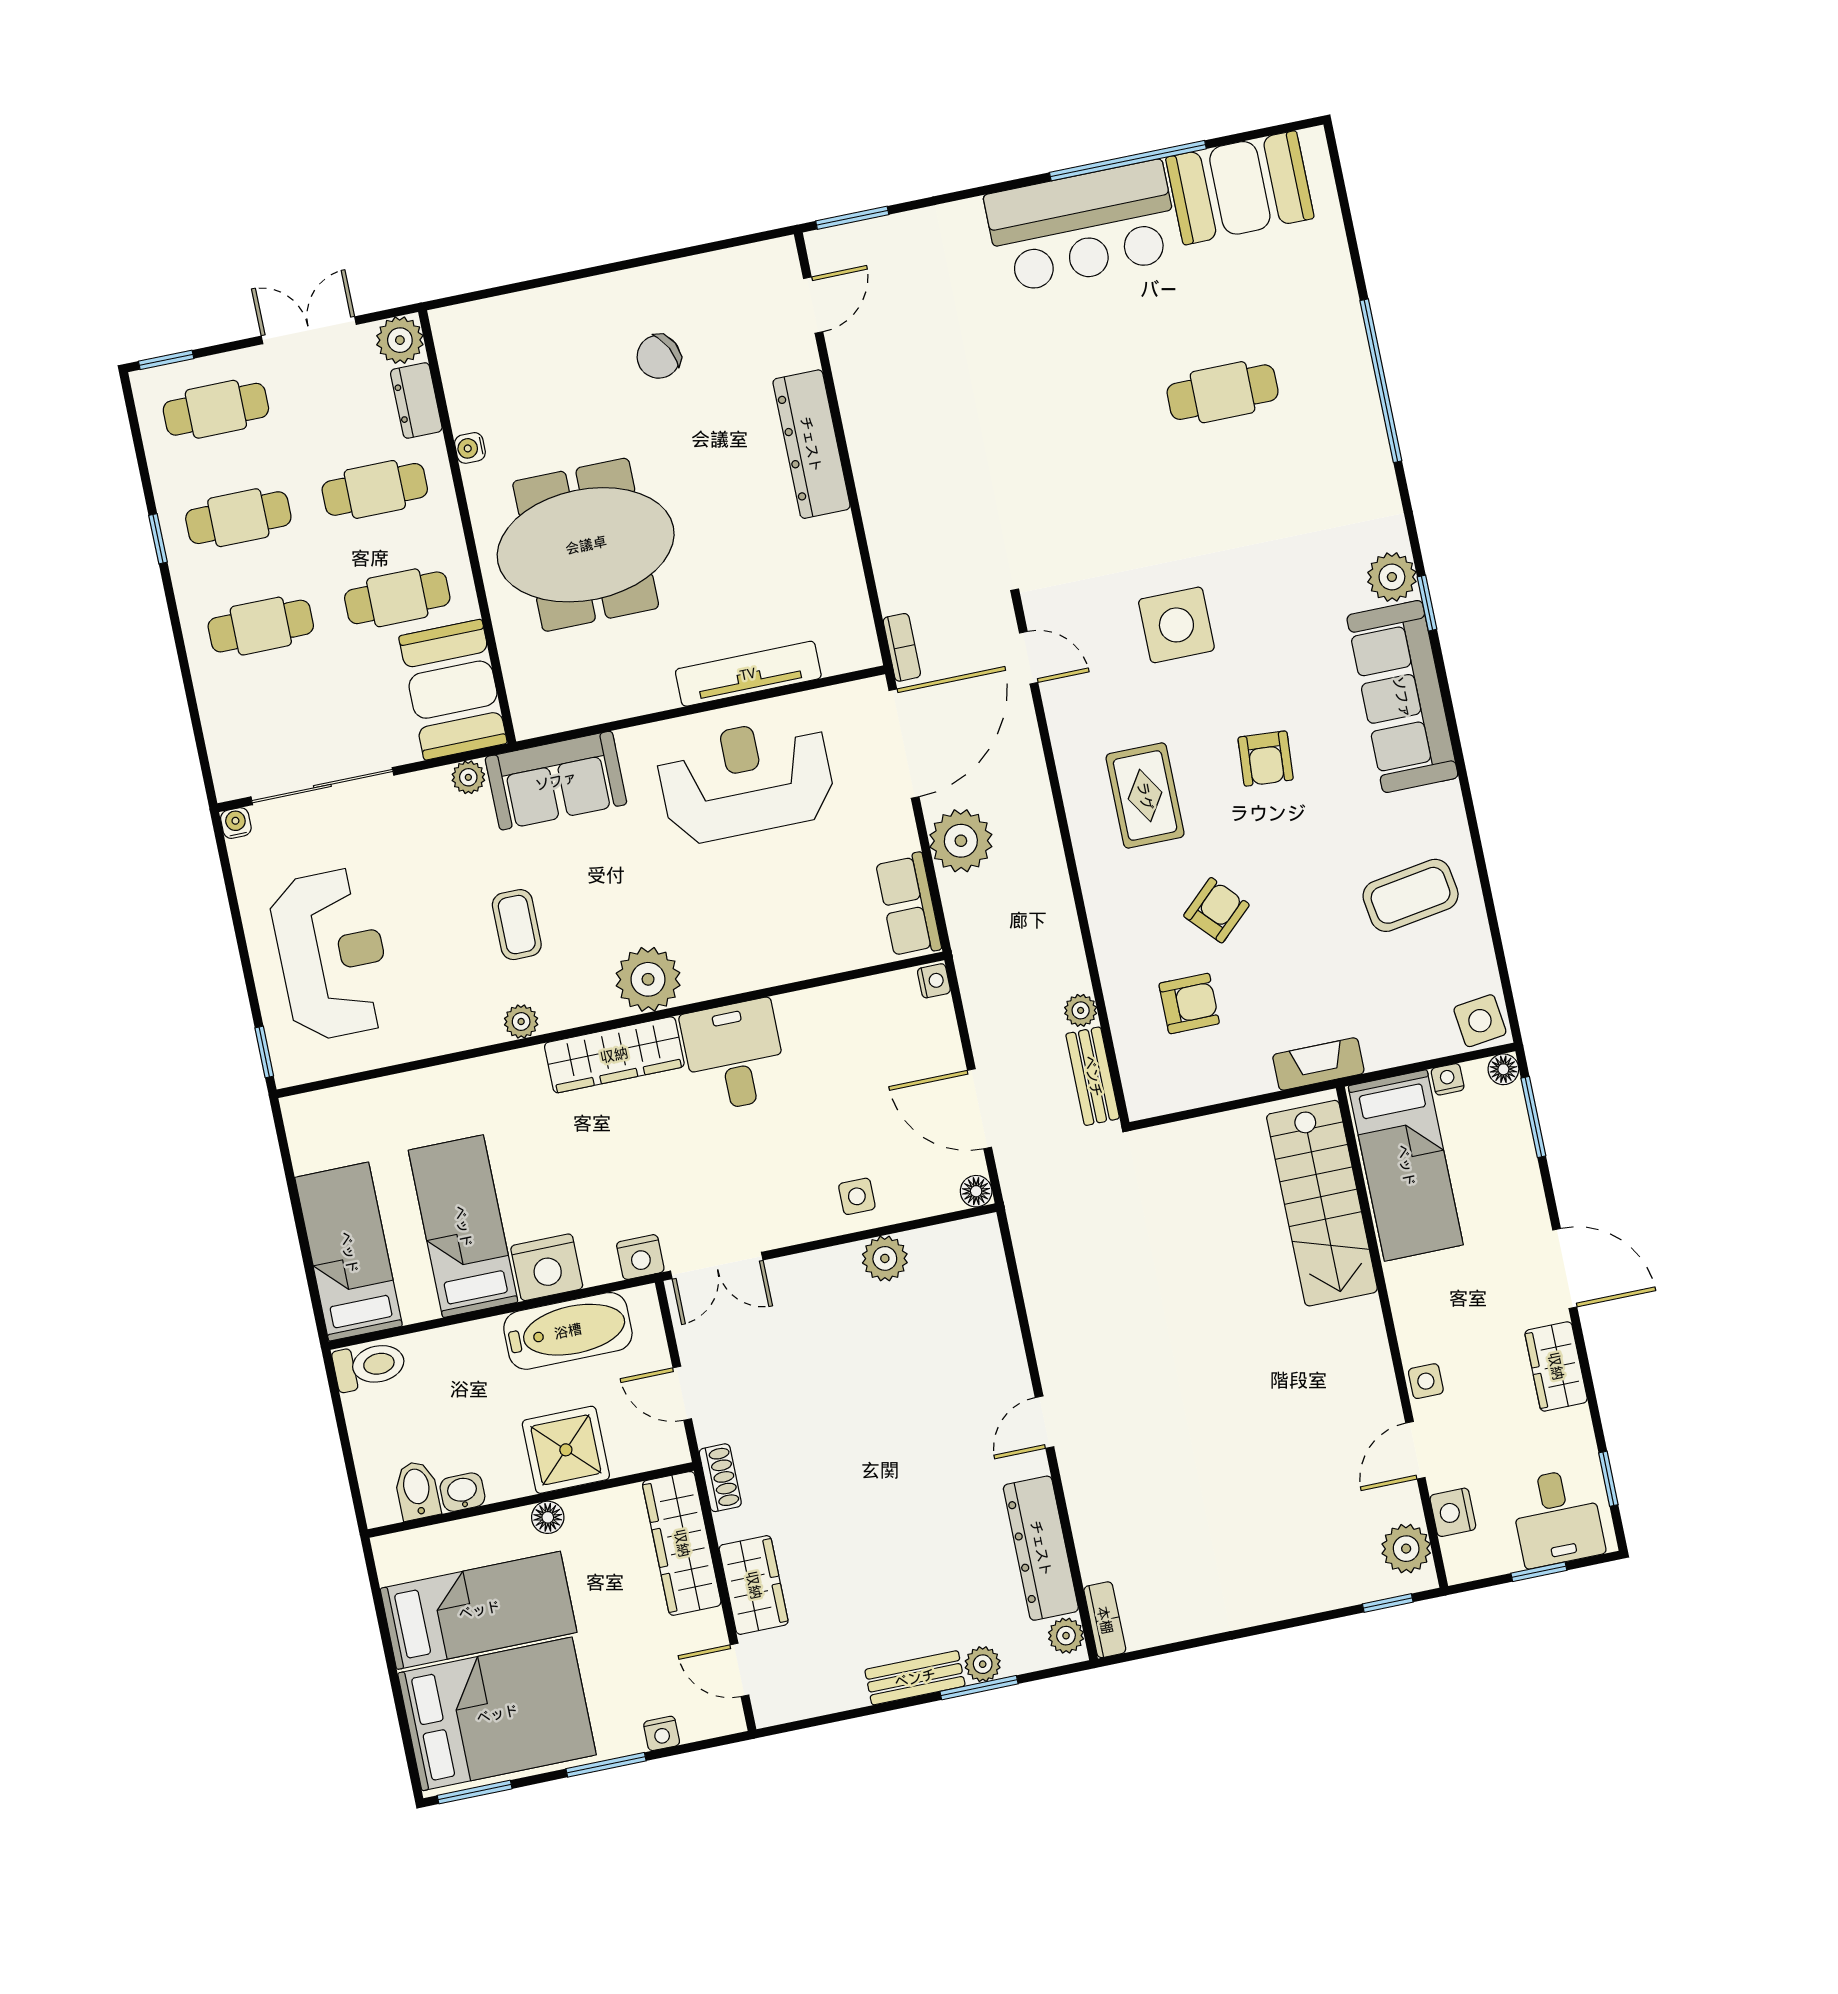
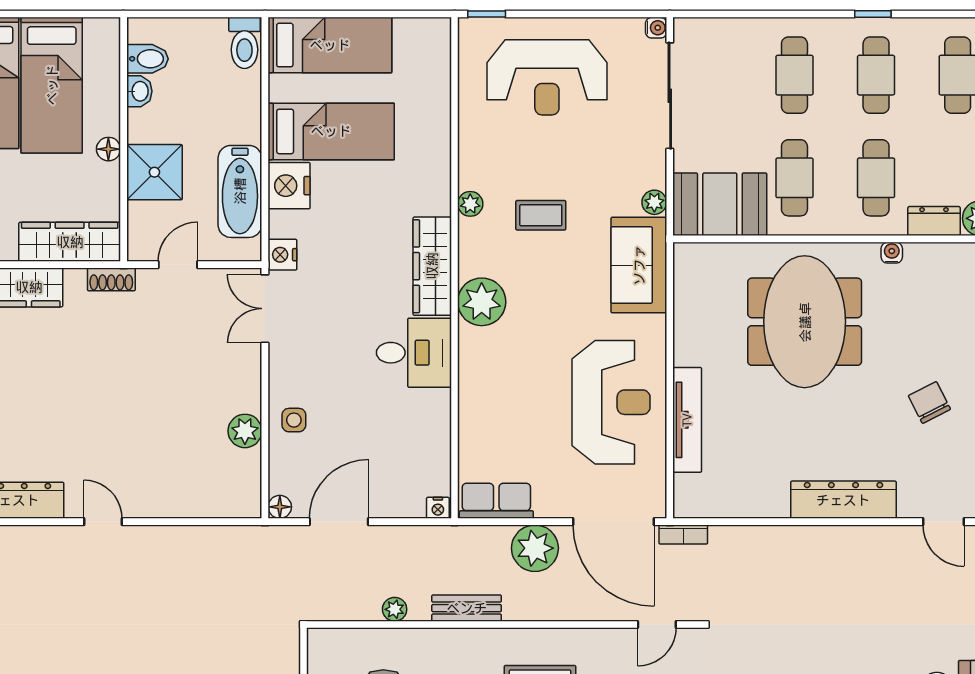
bench: (1093, 1076) -> (467, 608), moved

